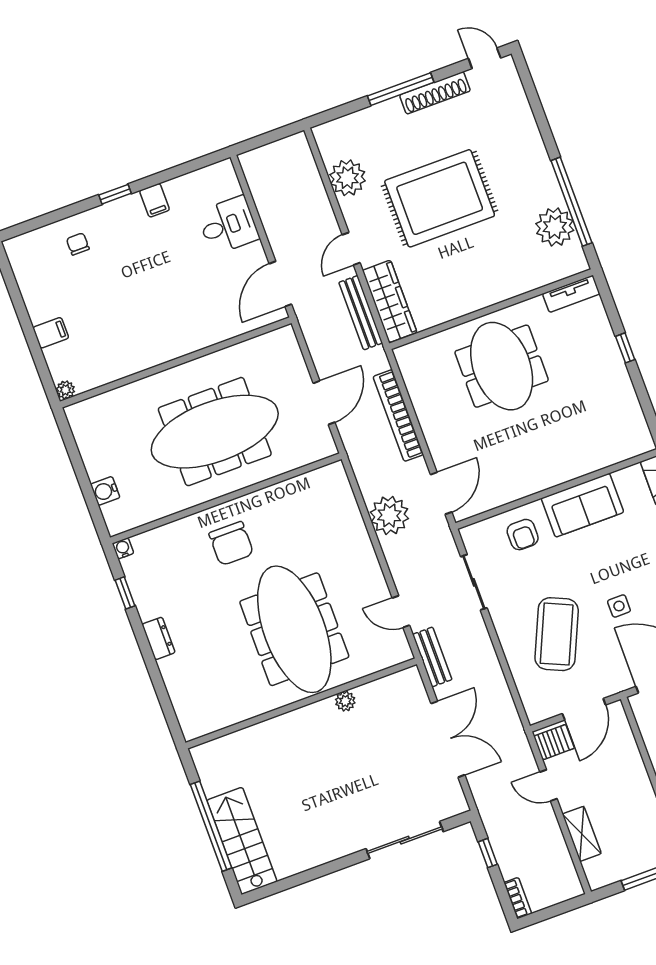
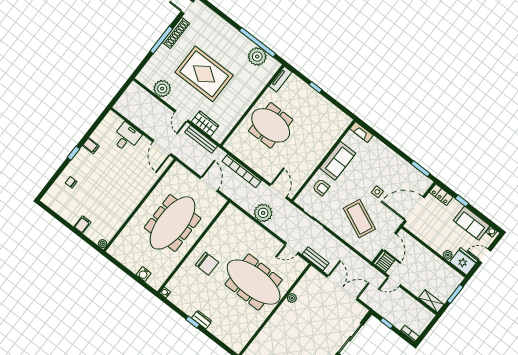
rug: (440, 198) -> (204, 74), turned 90
wardrobe: (390, 301) -> (205, 124), width x0.67
window: (125, 593) -> (193, 322), moved
shelving: (582, 834) -> (431, 301), moved

